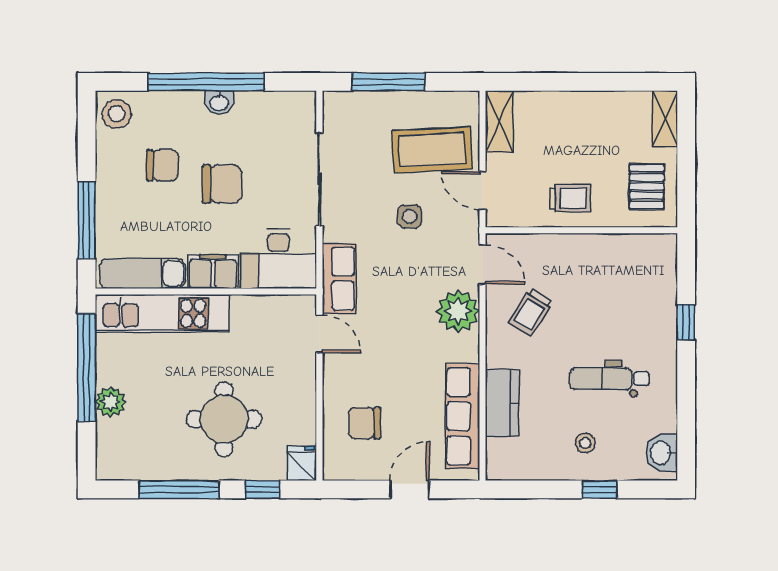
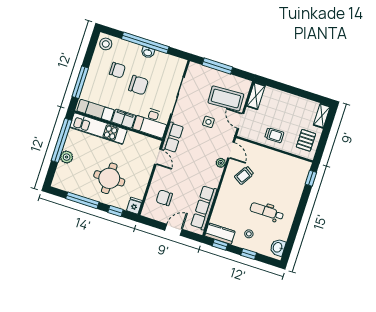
plant: (458, 311) -> (221, 163), width x0.53, depth x0.53
window: (686, 322) -> (311, 178), moved
kitchen counter: (502, 403) -> (220, 234), moved, turned -90
window: (527, 489) -> (220, 245), added

